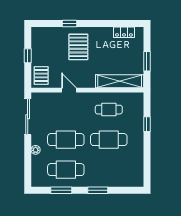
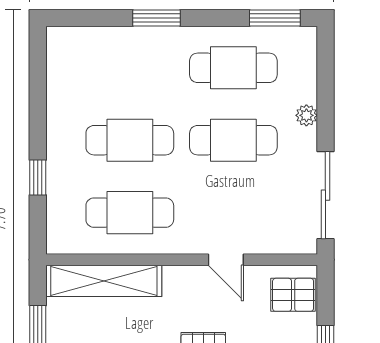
pallet: (41, 75) -> (293, 295), turned 90
cafe table: (109, 110) -> (130, 213), width x1.37, depth x1.35
window: (61, 190) -> (275, 18), moved

